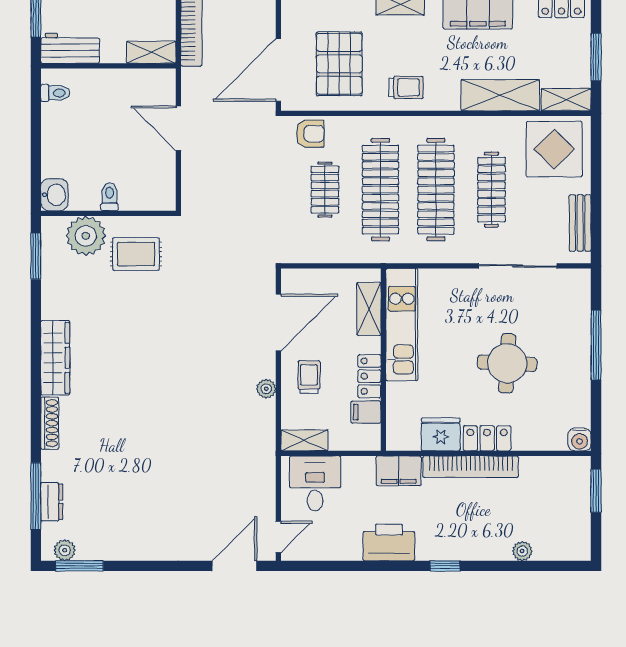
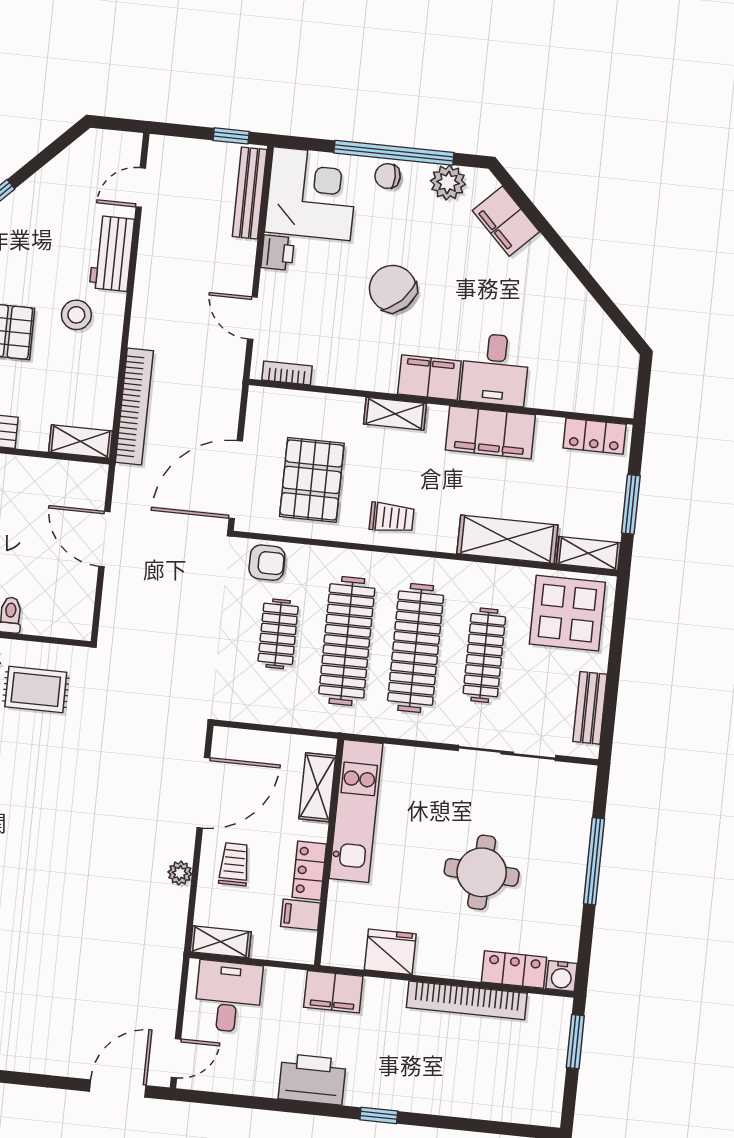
locker: (487, 438) -> (514, 970), moved
bookcase: (471, 467) -> (467, 1000), moved
plant: (522, 551) -> (476, 1107), removed

